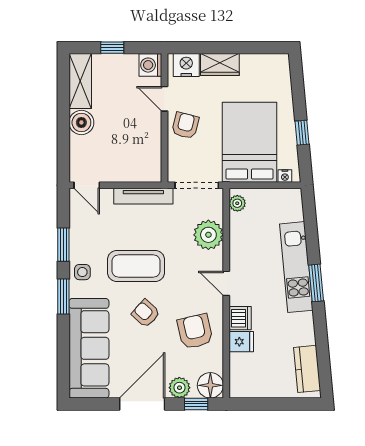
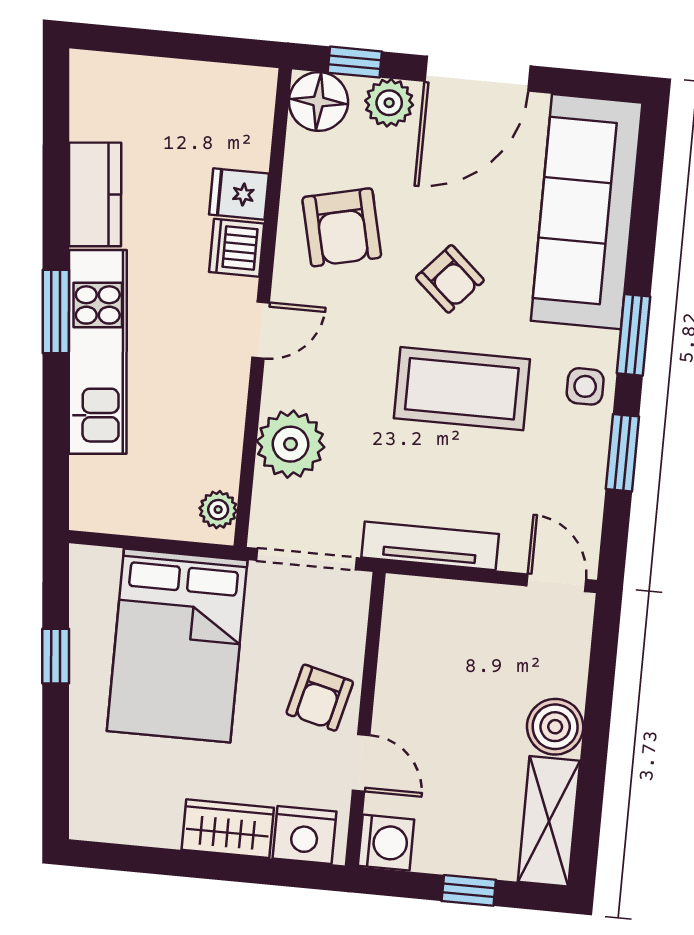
nightstand: (285, 176) -> (104, 561), removed
door: (226, 283) -> (261, 330), hinge flipped
kitchen counter: (307, 369) -> (95, 194), moved

